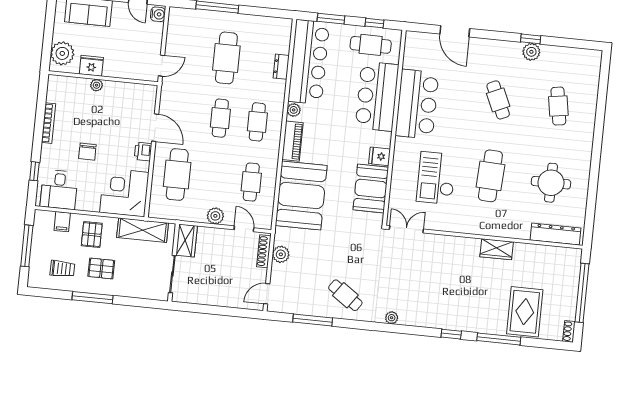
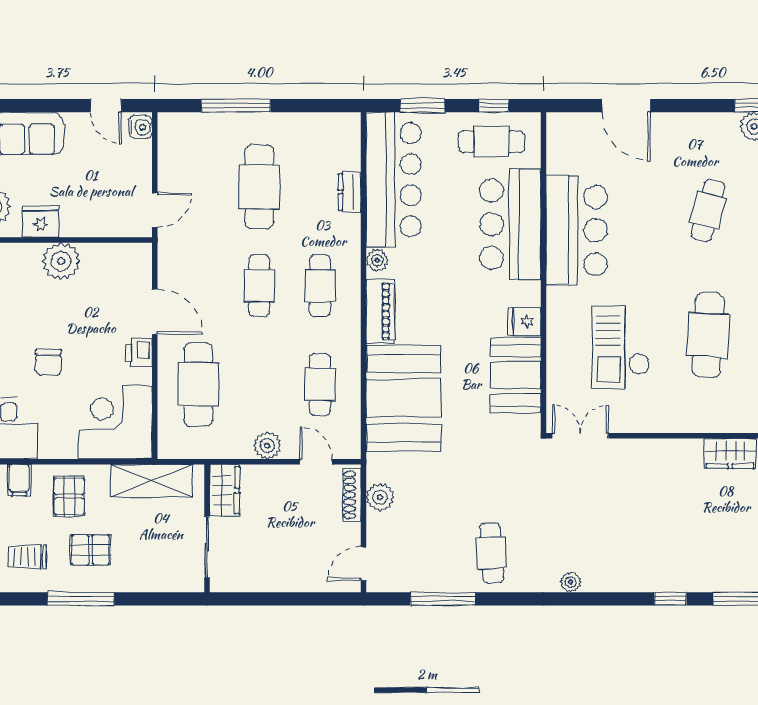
plant: (97, 85) -> (61, 261), width x1.88, depth x1.88
cafe table: (498, 100) -> (708, 210), turned 39
trolley: (62, 269) -> (27, 557), turned 180
cafe table: (345, 295) -> (492, 553), turned 51

